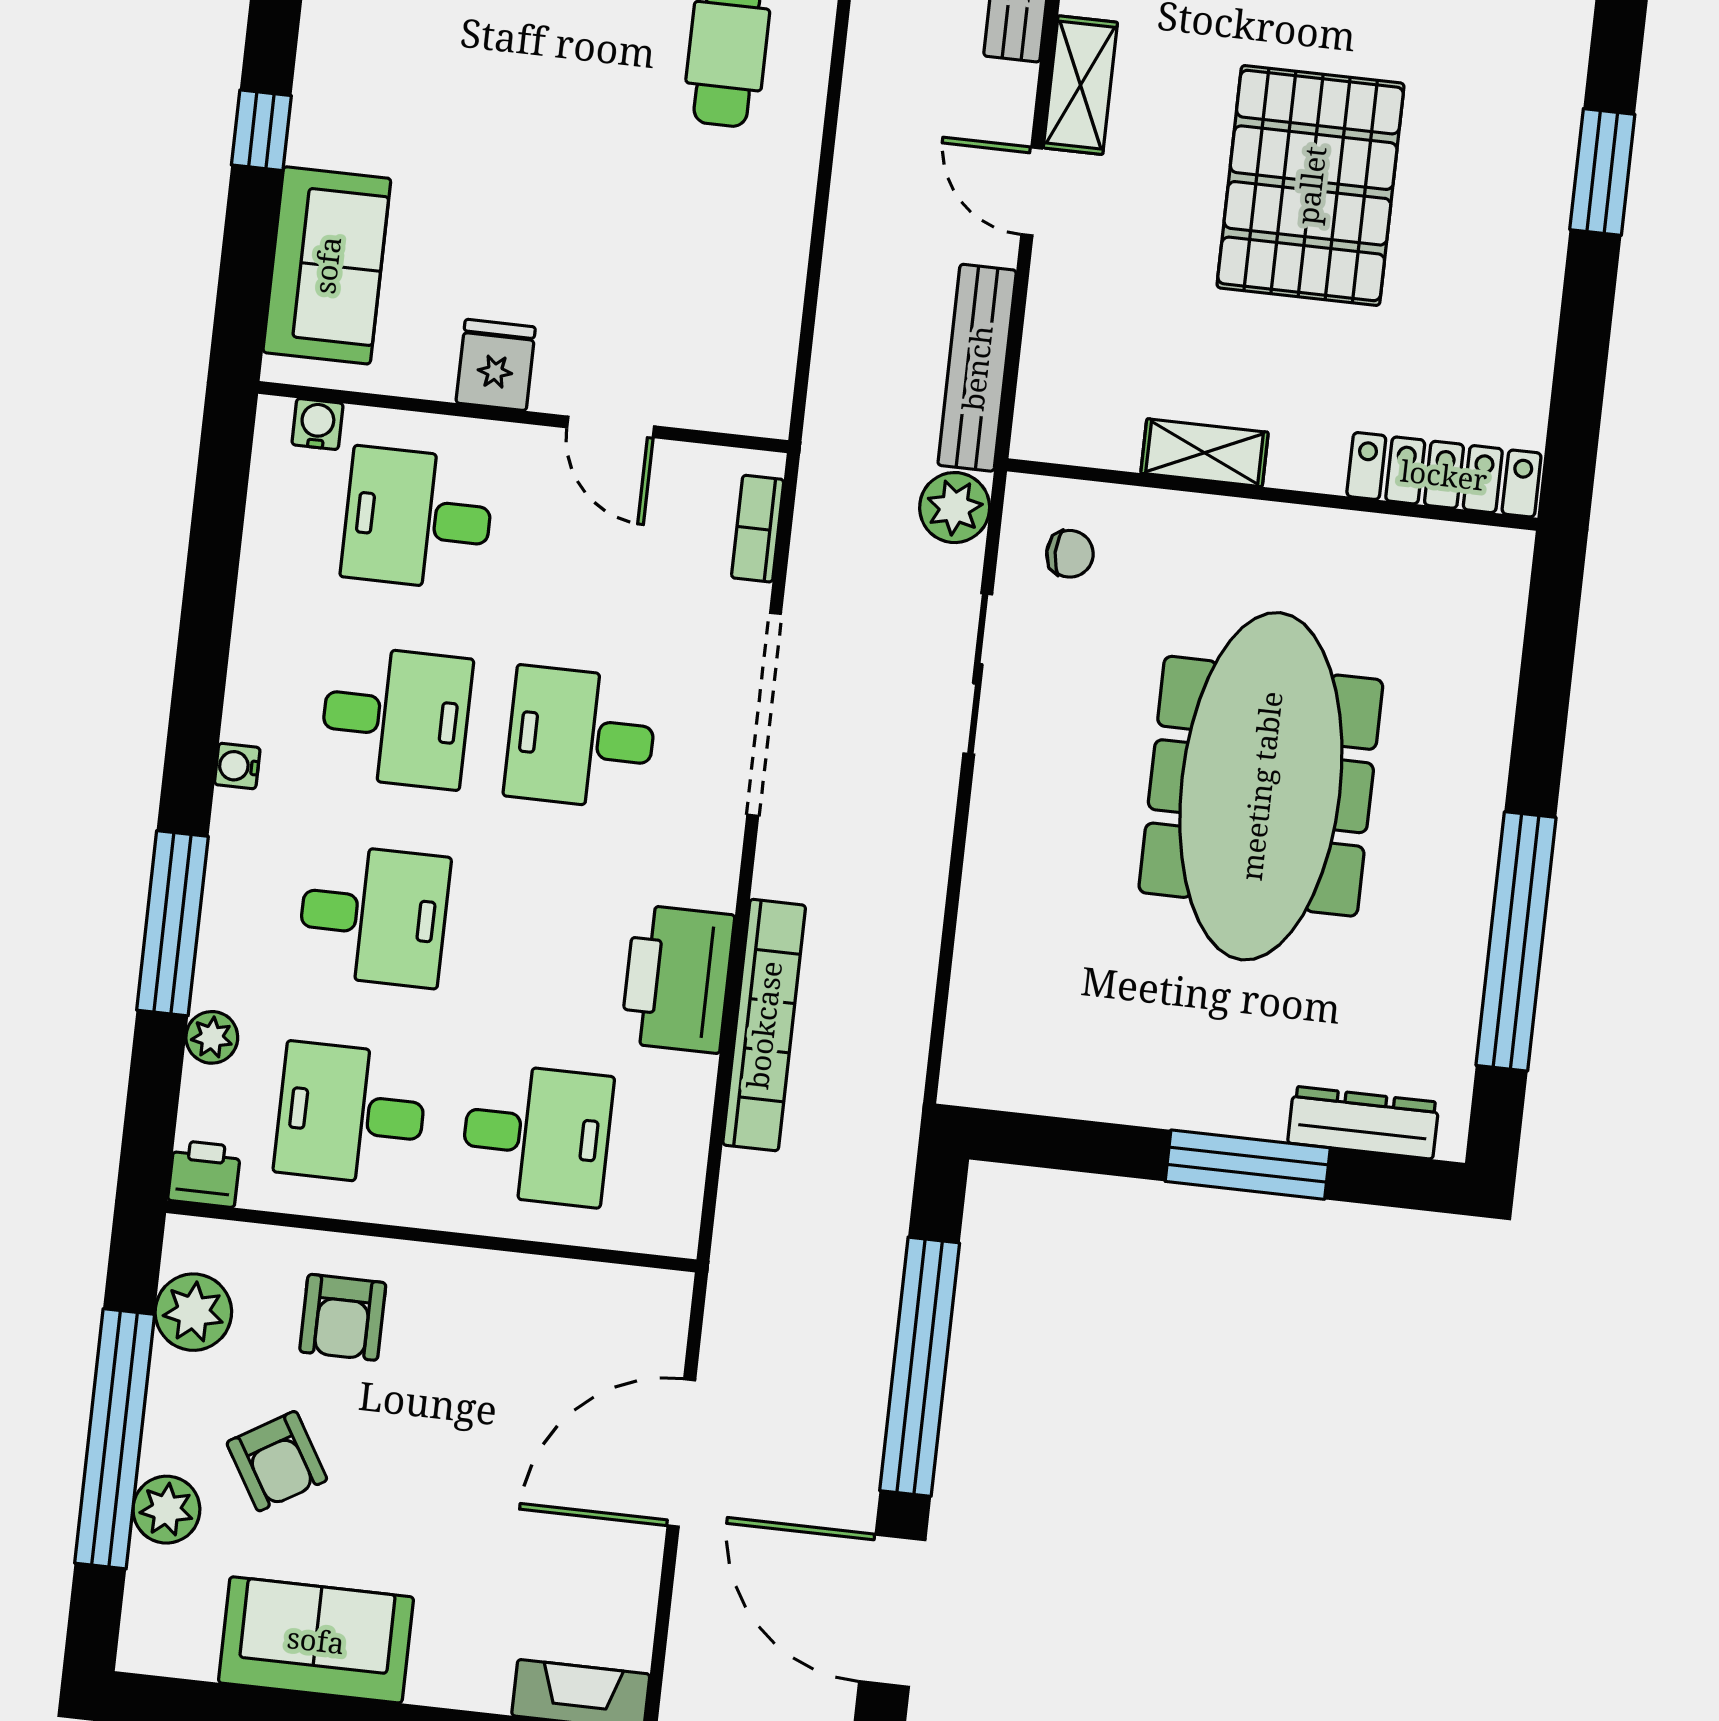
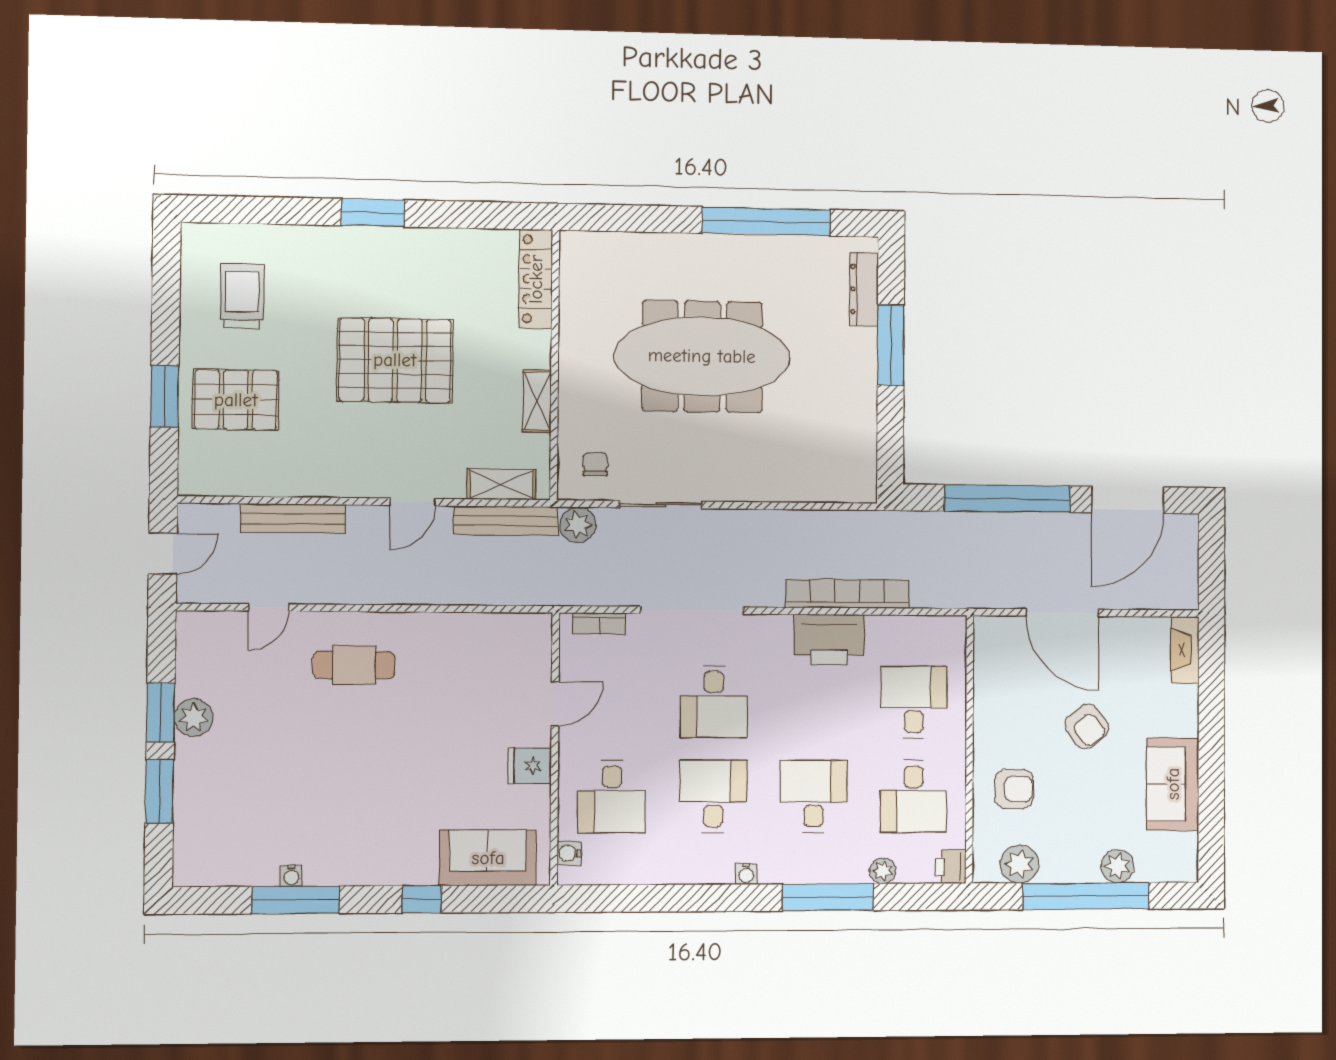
shelving: (1080, 85) -> (501, 484), moved
armchair: (277, 1461) -> (1087, 726), moved, turned 83

